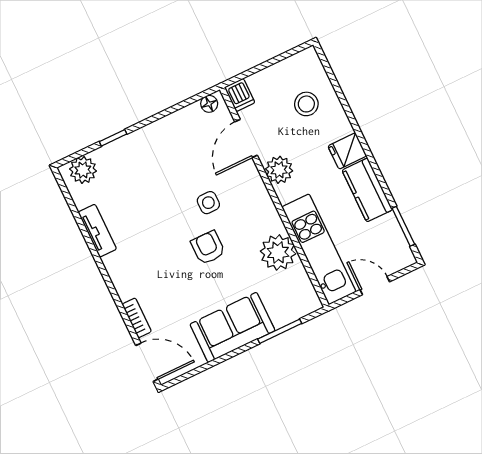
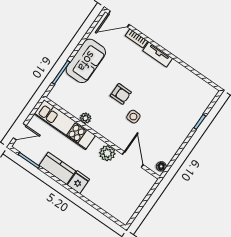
dishwasher: (240, 95) -> (148, 180), removed
stool: (306, 104) -> (112, 194), removed
plant: (83, 170) -> (206, 97), removed
tv unit: (97, 231) -> (158, 55), moved
plant: (278, 252) -> (86, 118), width x0.53, depth x0.53
door: (375, 286) -> (20, 132), moved

